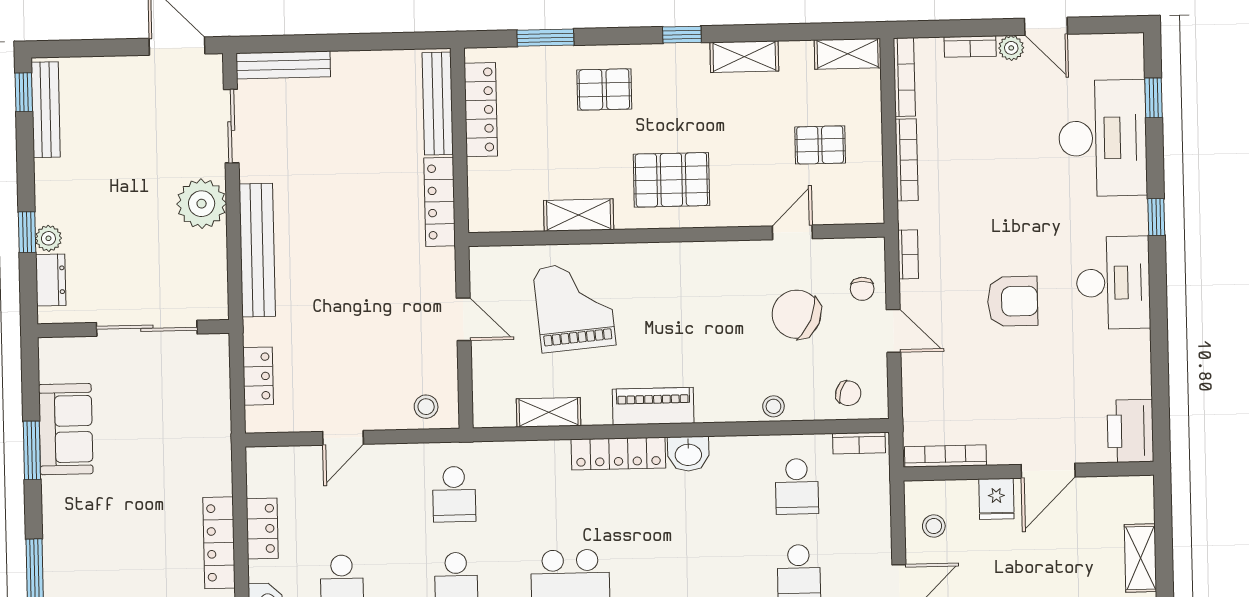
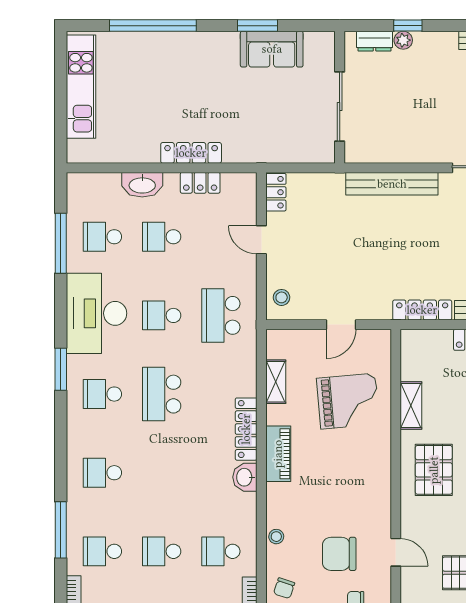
plant: (202, 204) -> (425, 146), removed
chair: (797, 314) -> (339, 554), turned -114
locker: (258, 376) -> (276, 192), moved, turned -90
school desk: (454, 494) -> (221, 315), width x1.85

